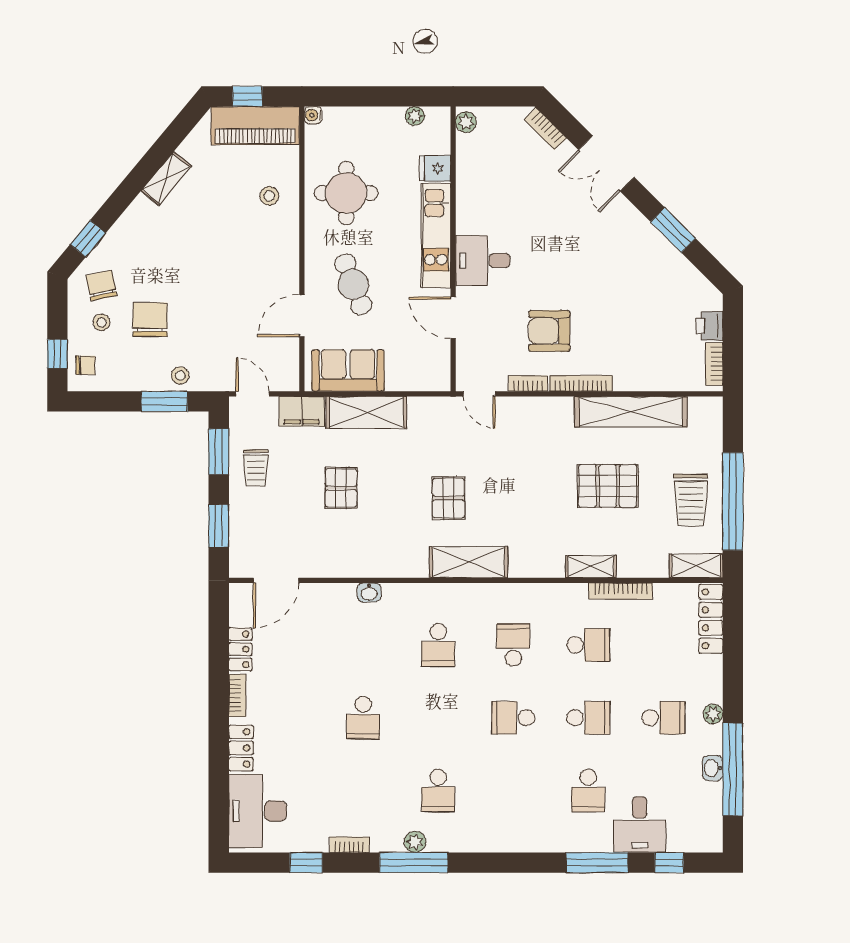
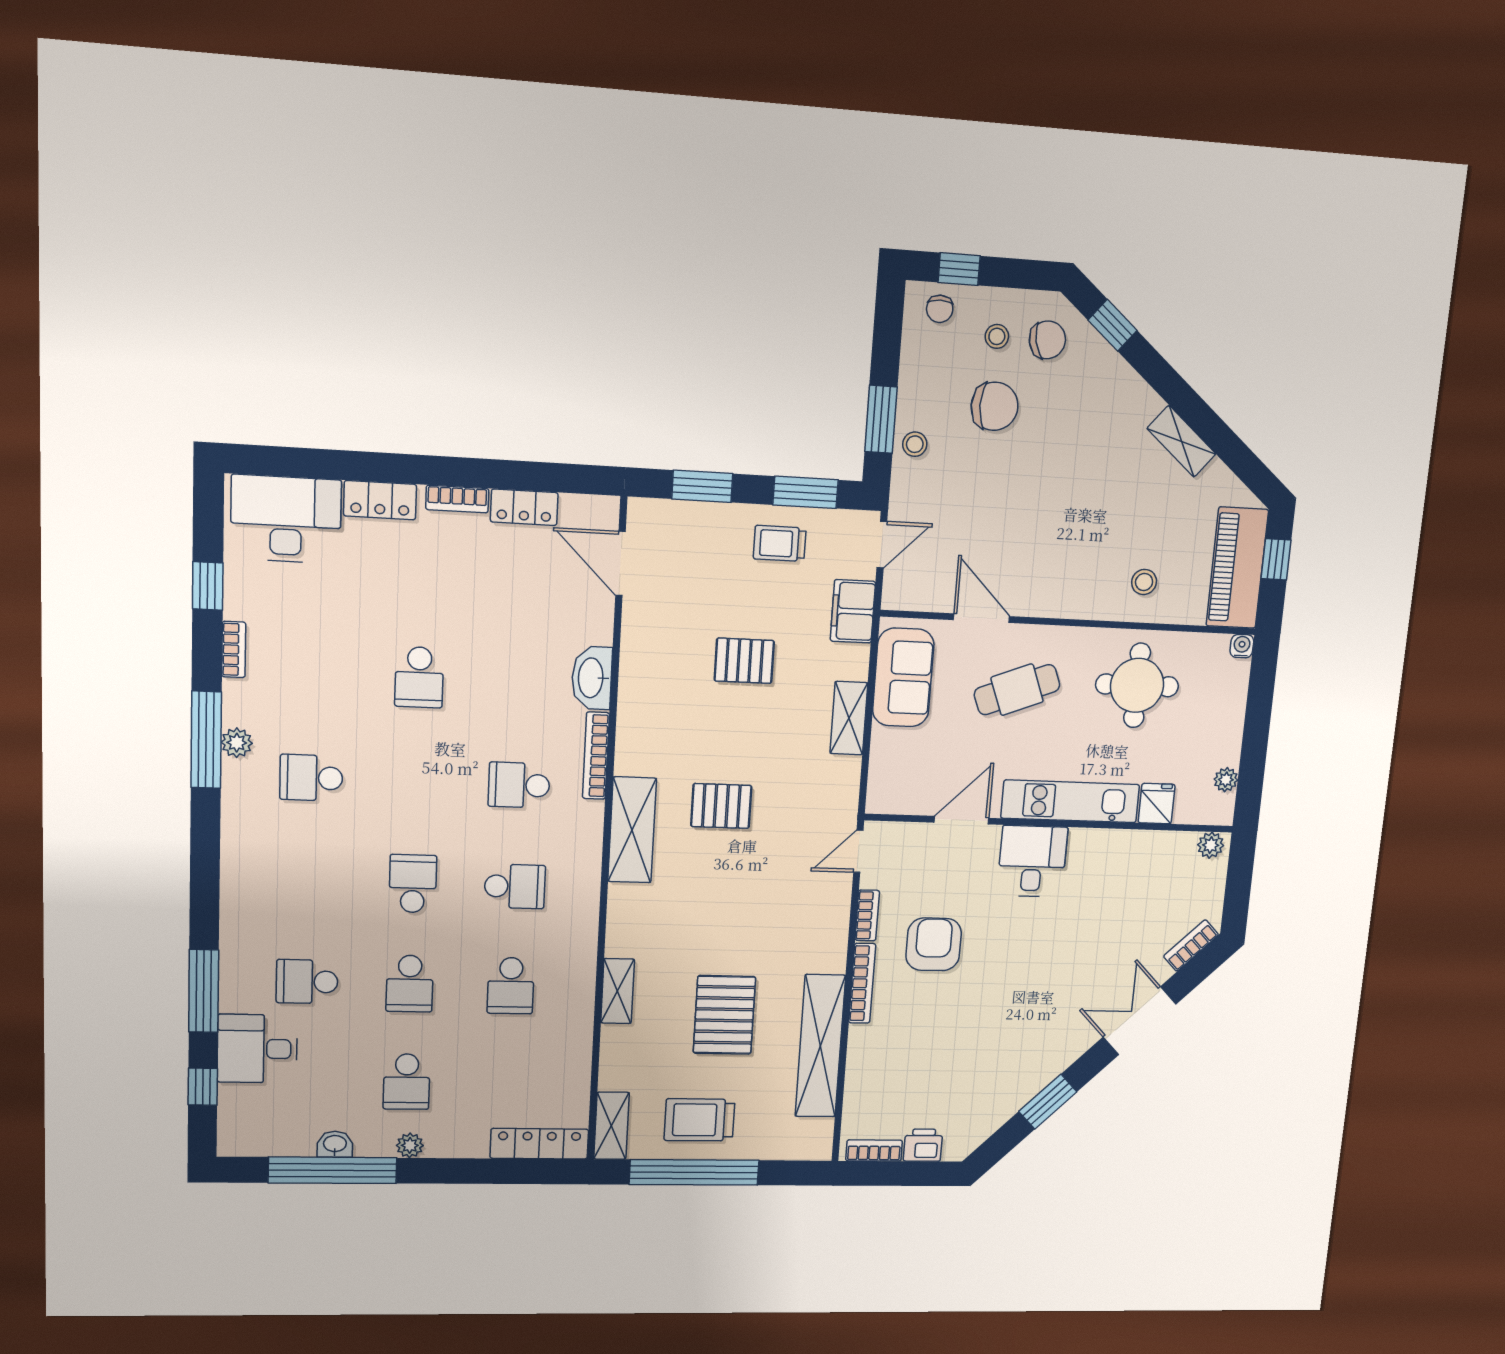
shelving: (366, 412) -> (849, 718), width x0.67, depth x0.75
bookcase: (621, 591) -> (596, 756), moved
washbasin: (369, 592) -> (592, 678), width x1.91, depth x1.45
school desk: (363, 718) -> (419, 677), turned -90

